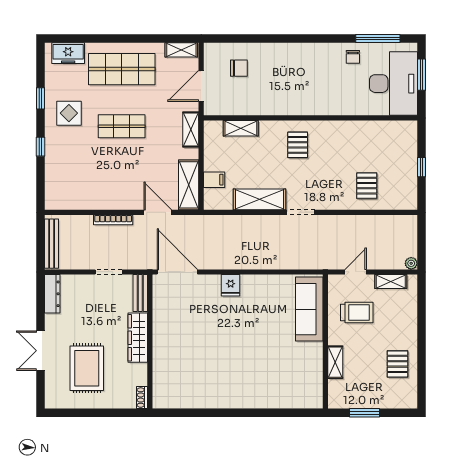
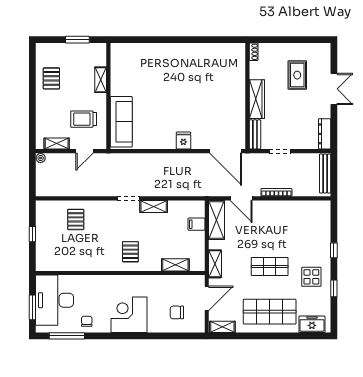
corner desk: (299, 65) -> (129, 315), added
shelving: (259, 199) -> (154, 206), width x0.67, depth x0.75
rug: (87, 368) -> (297, 75), width x0.73, depth x0.70

